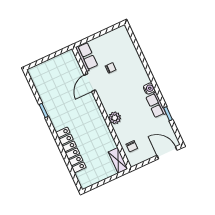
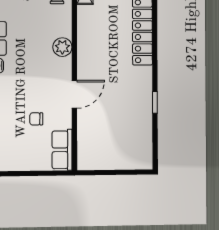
door: (90, 83) -> (74, 94), moved

